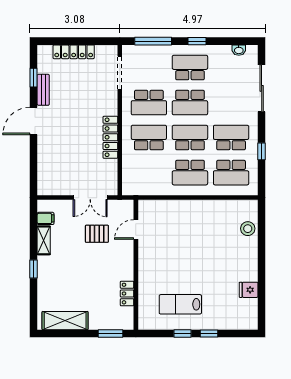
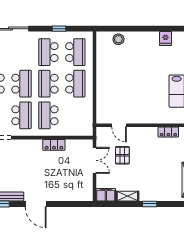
locker: (110, 137) -> (54, 145), width x0.66
filing cabinet: (46, 218) -> (106, 195), width x2.00

